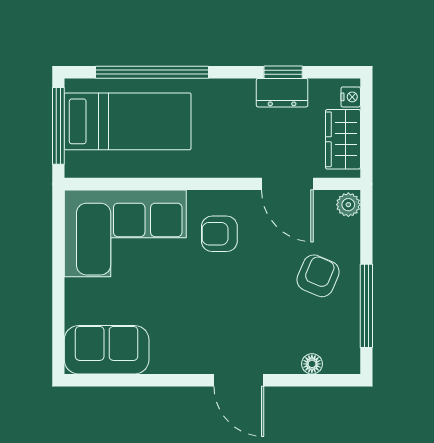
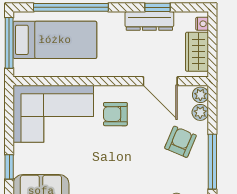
dresser: (282, 93) -> (149, 21), width x1.44
plant: (348, 231) -> (200, 112), added
window: (58, 314) -> (9, 167), added

